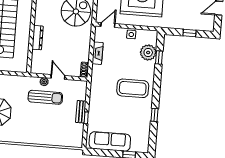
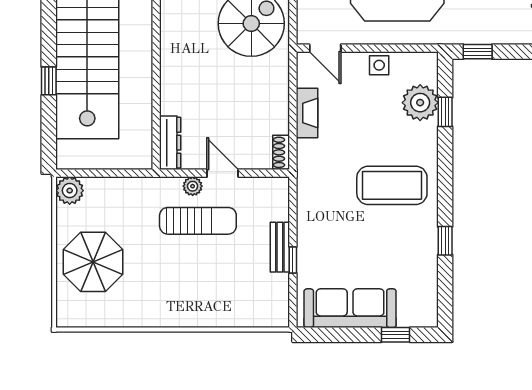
door: (108, 25) -> (325, 48), swing flipped
window: (190, 33) -> (478, 52), moved
dresser: (38, 38) -> (170, 143), moved

